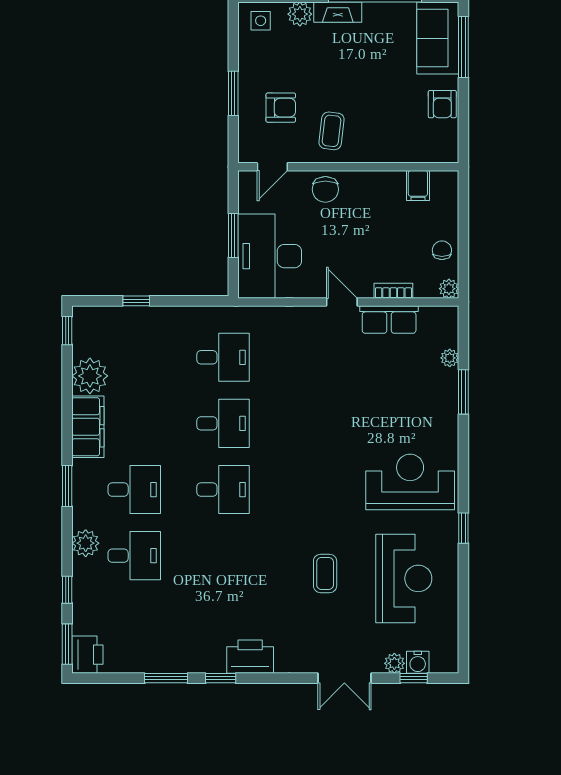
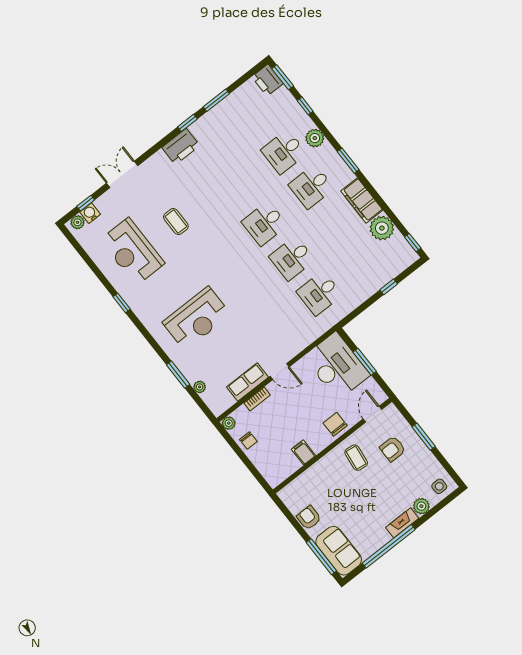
filing cabinet: (418, 186) -> (303, 452), moved
reception desk: (410, 482) -> (197, 318), moved
plant: (394, 663) -> (77, 222), moved

